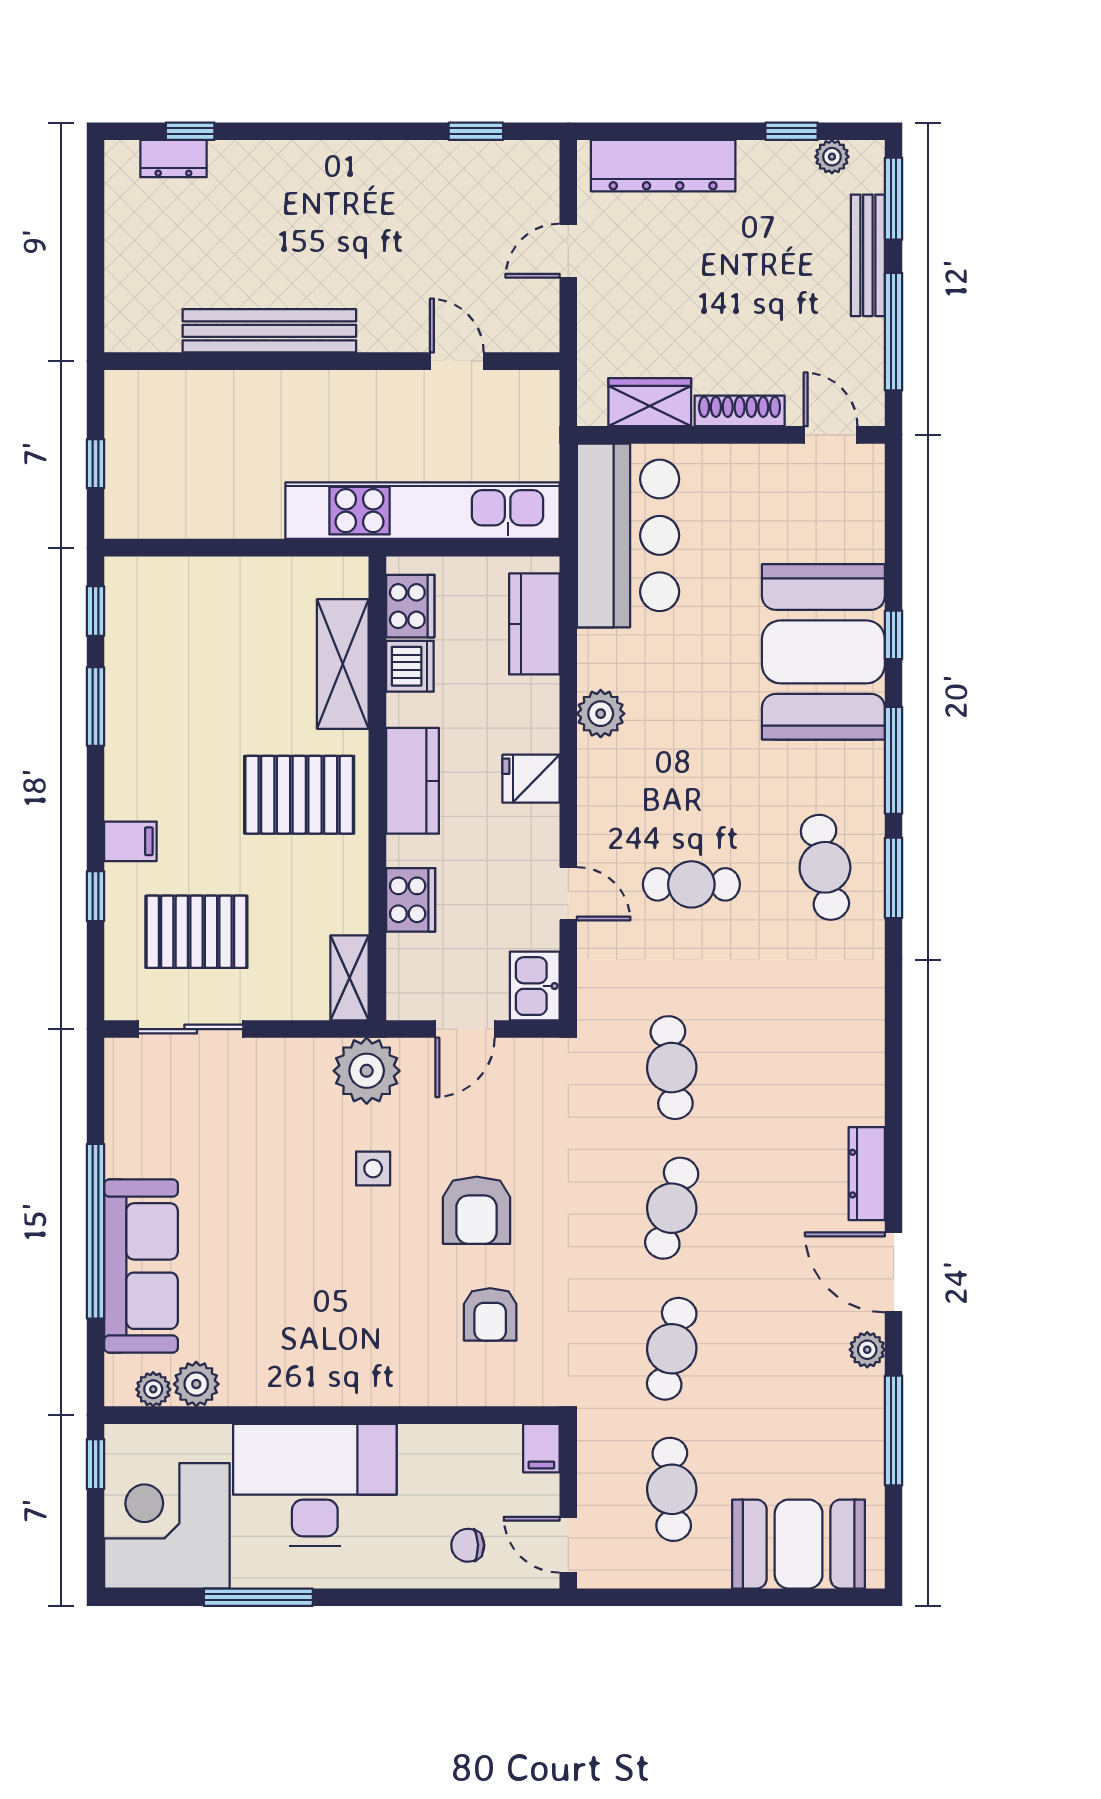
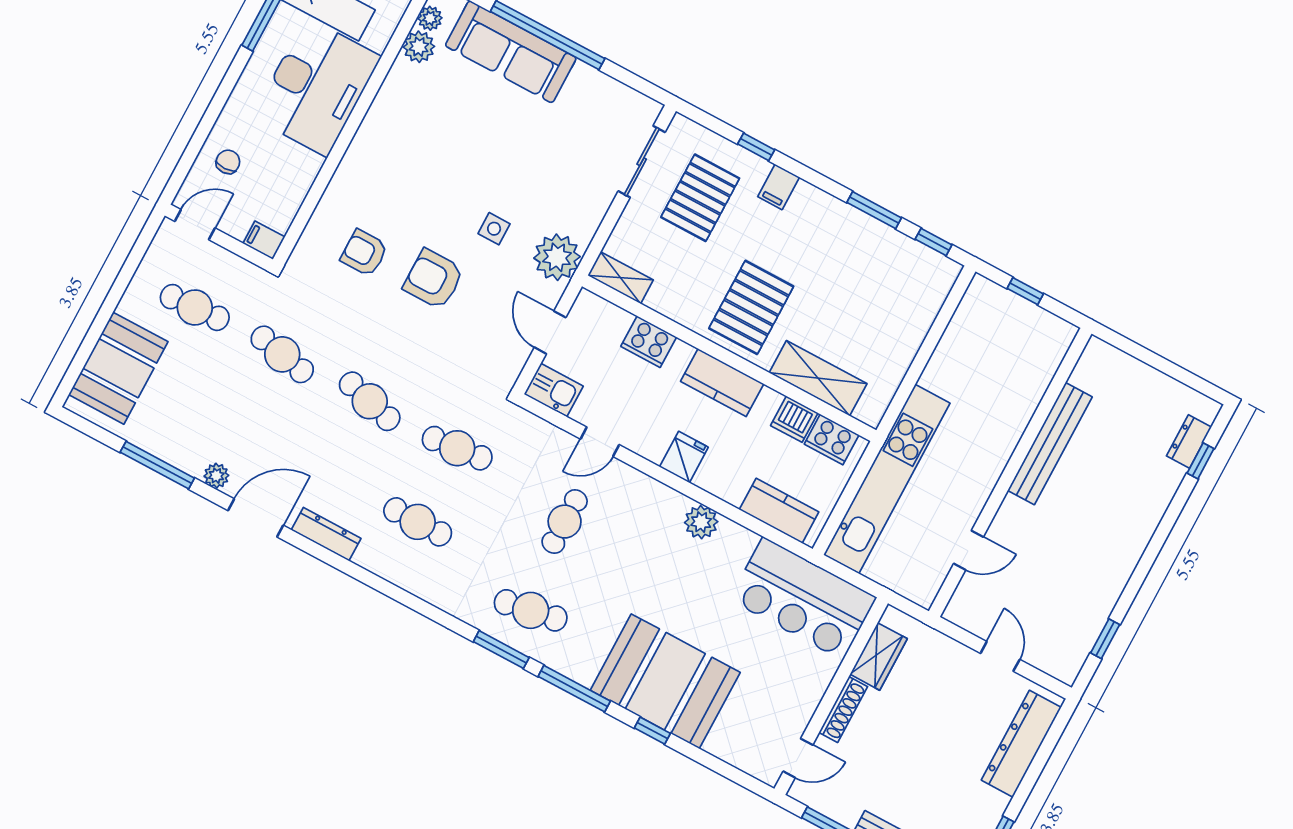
cafe table: (790, 1068) -> (418, 522), added

